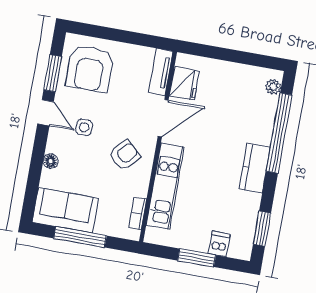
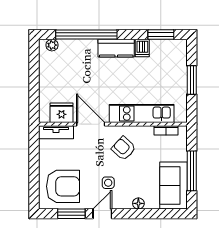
dishwasher: (219, 244) -> (142, 48), moved, turned -90

